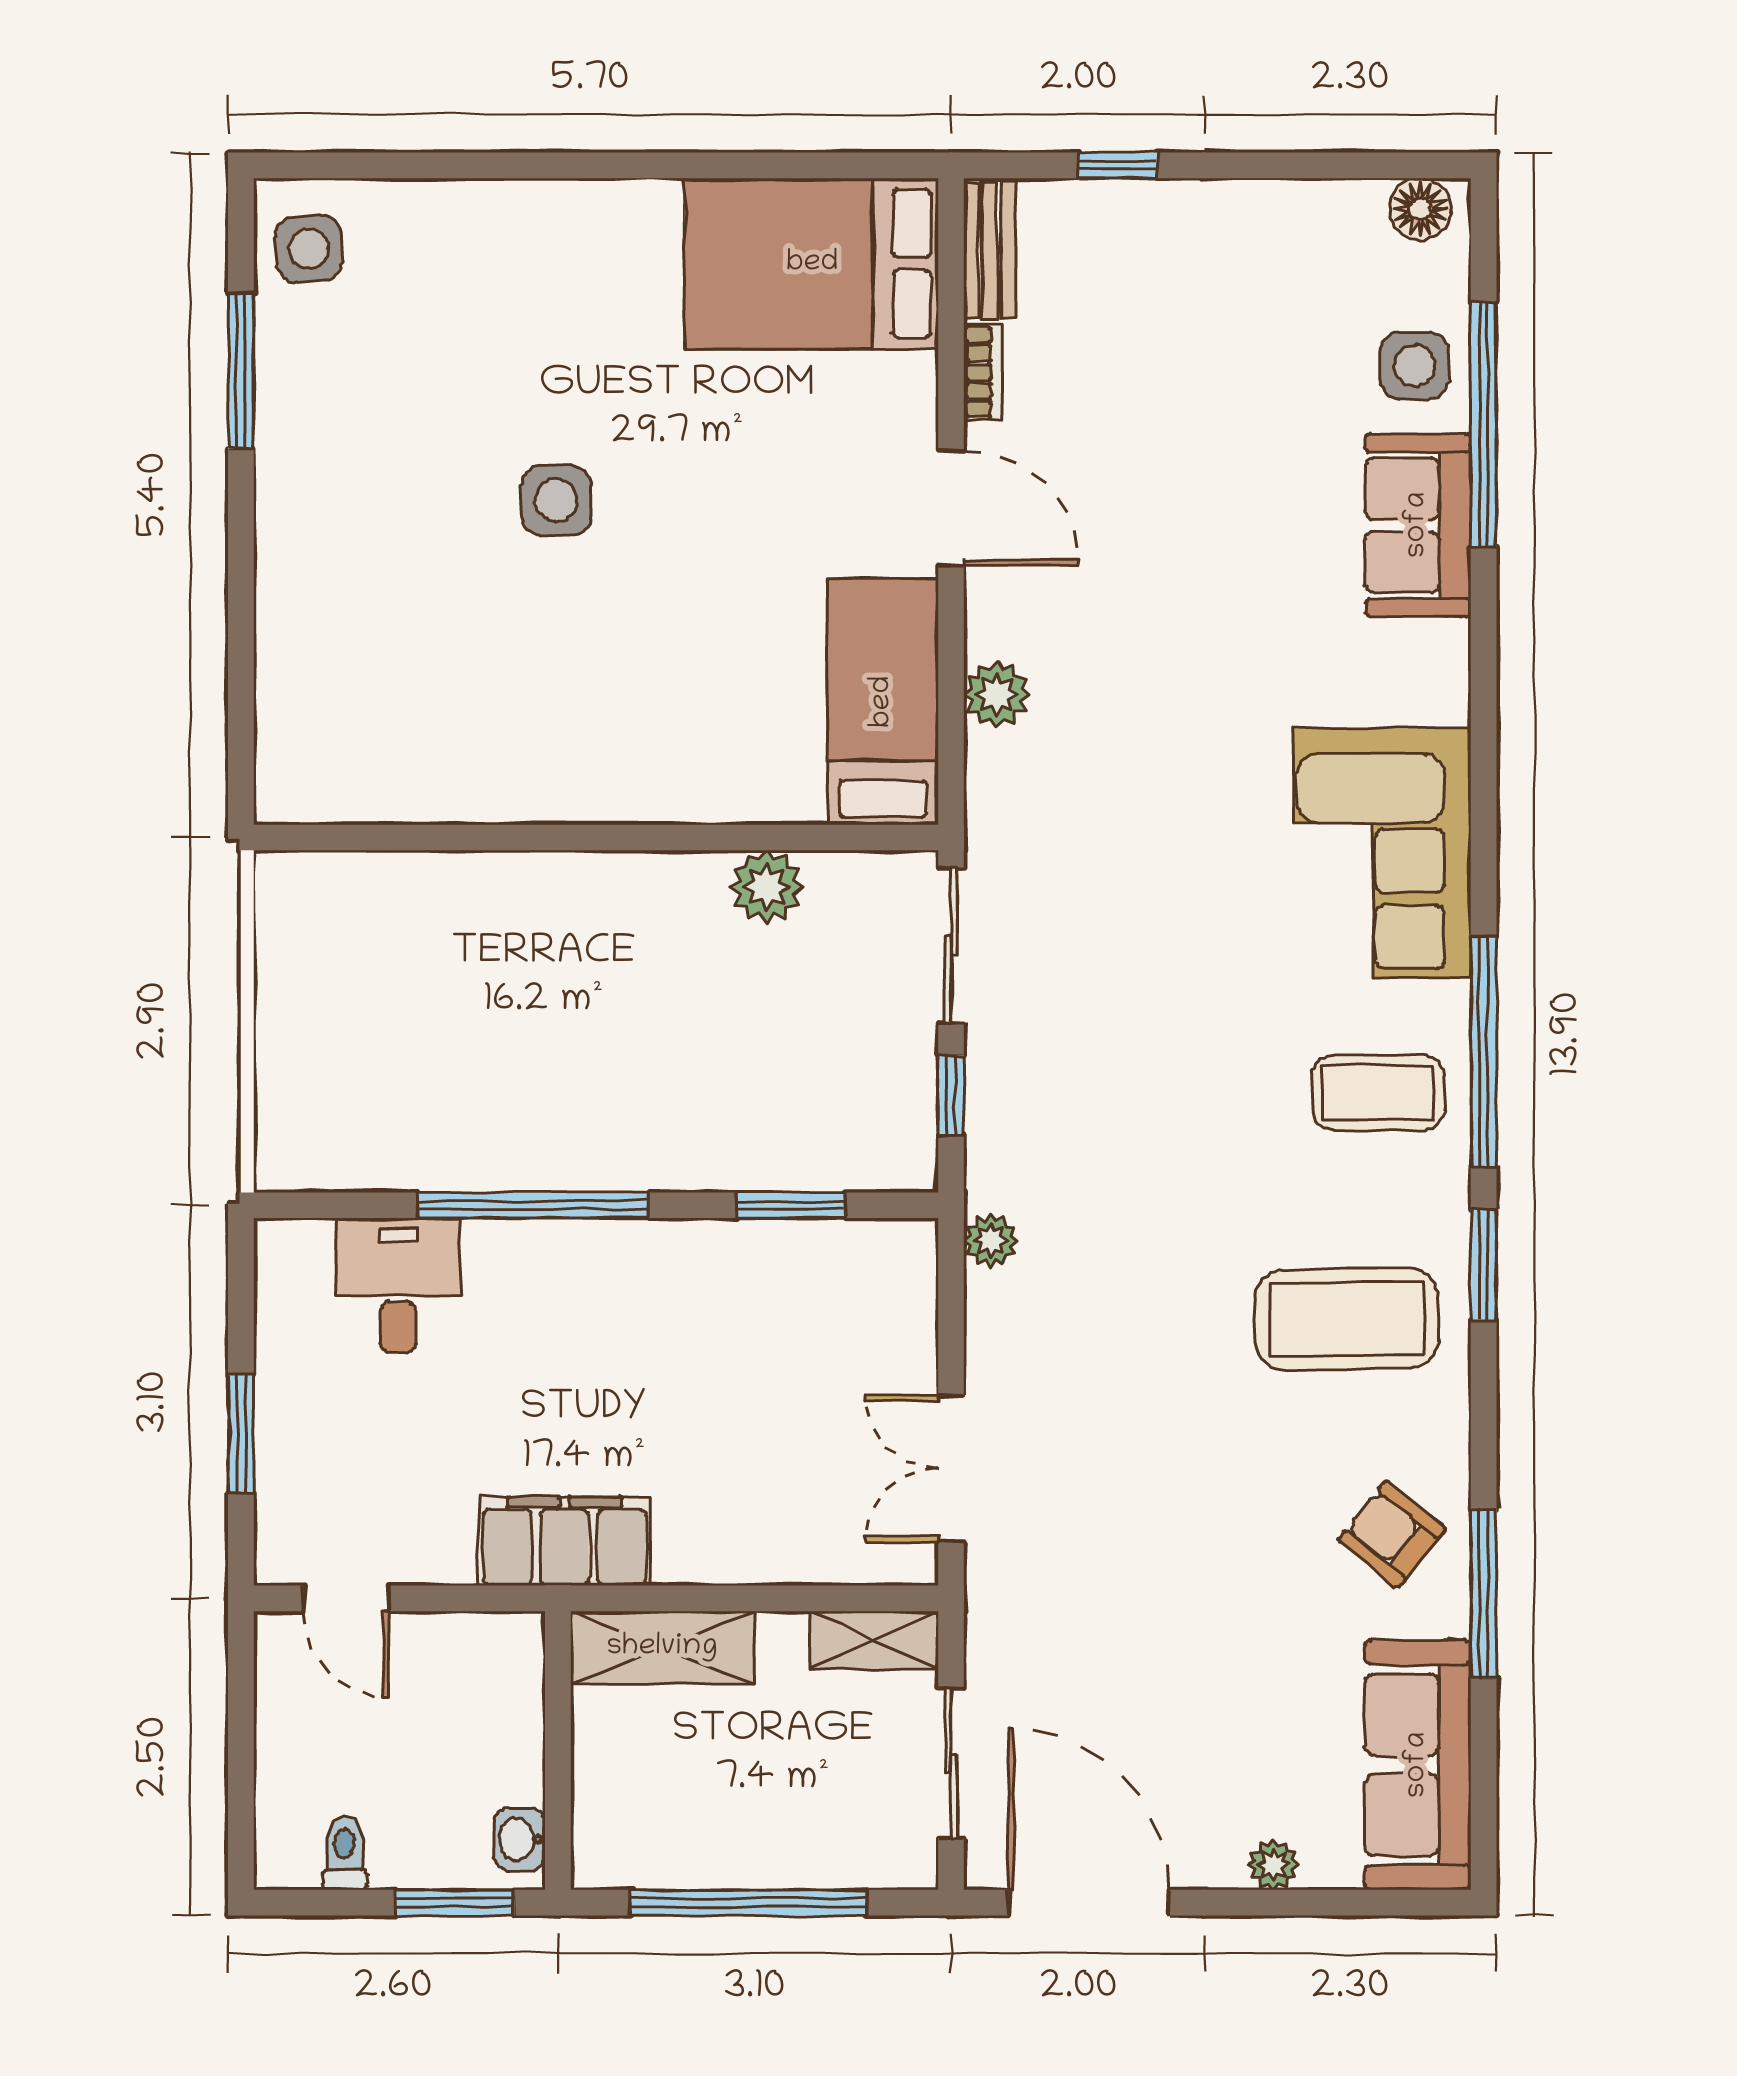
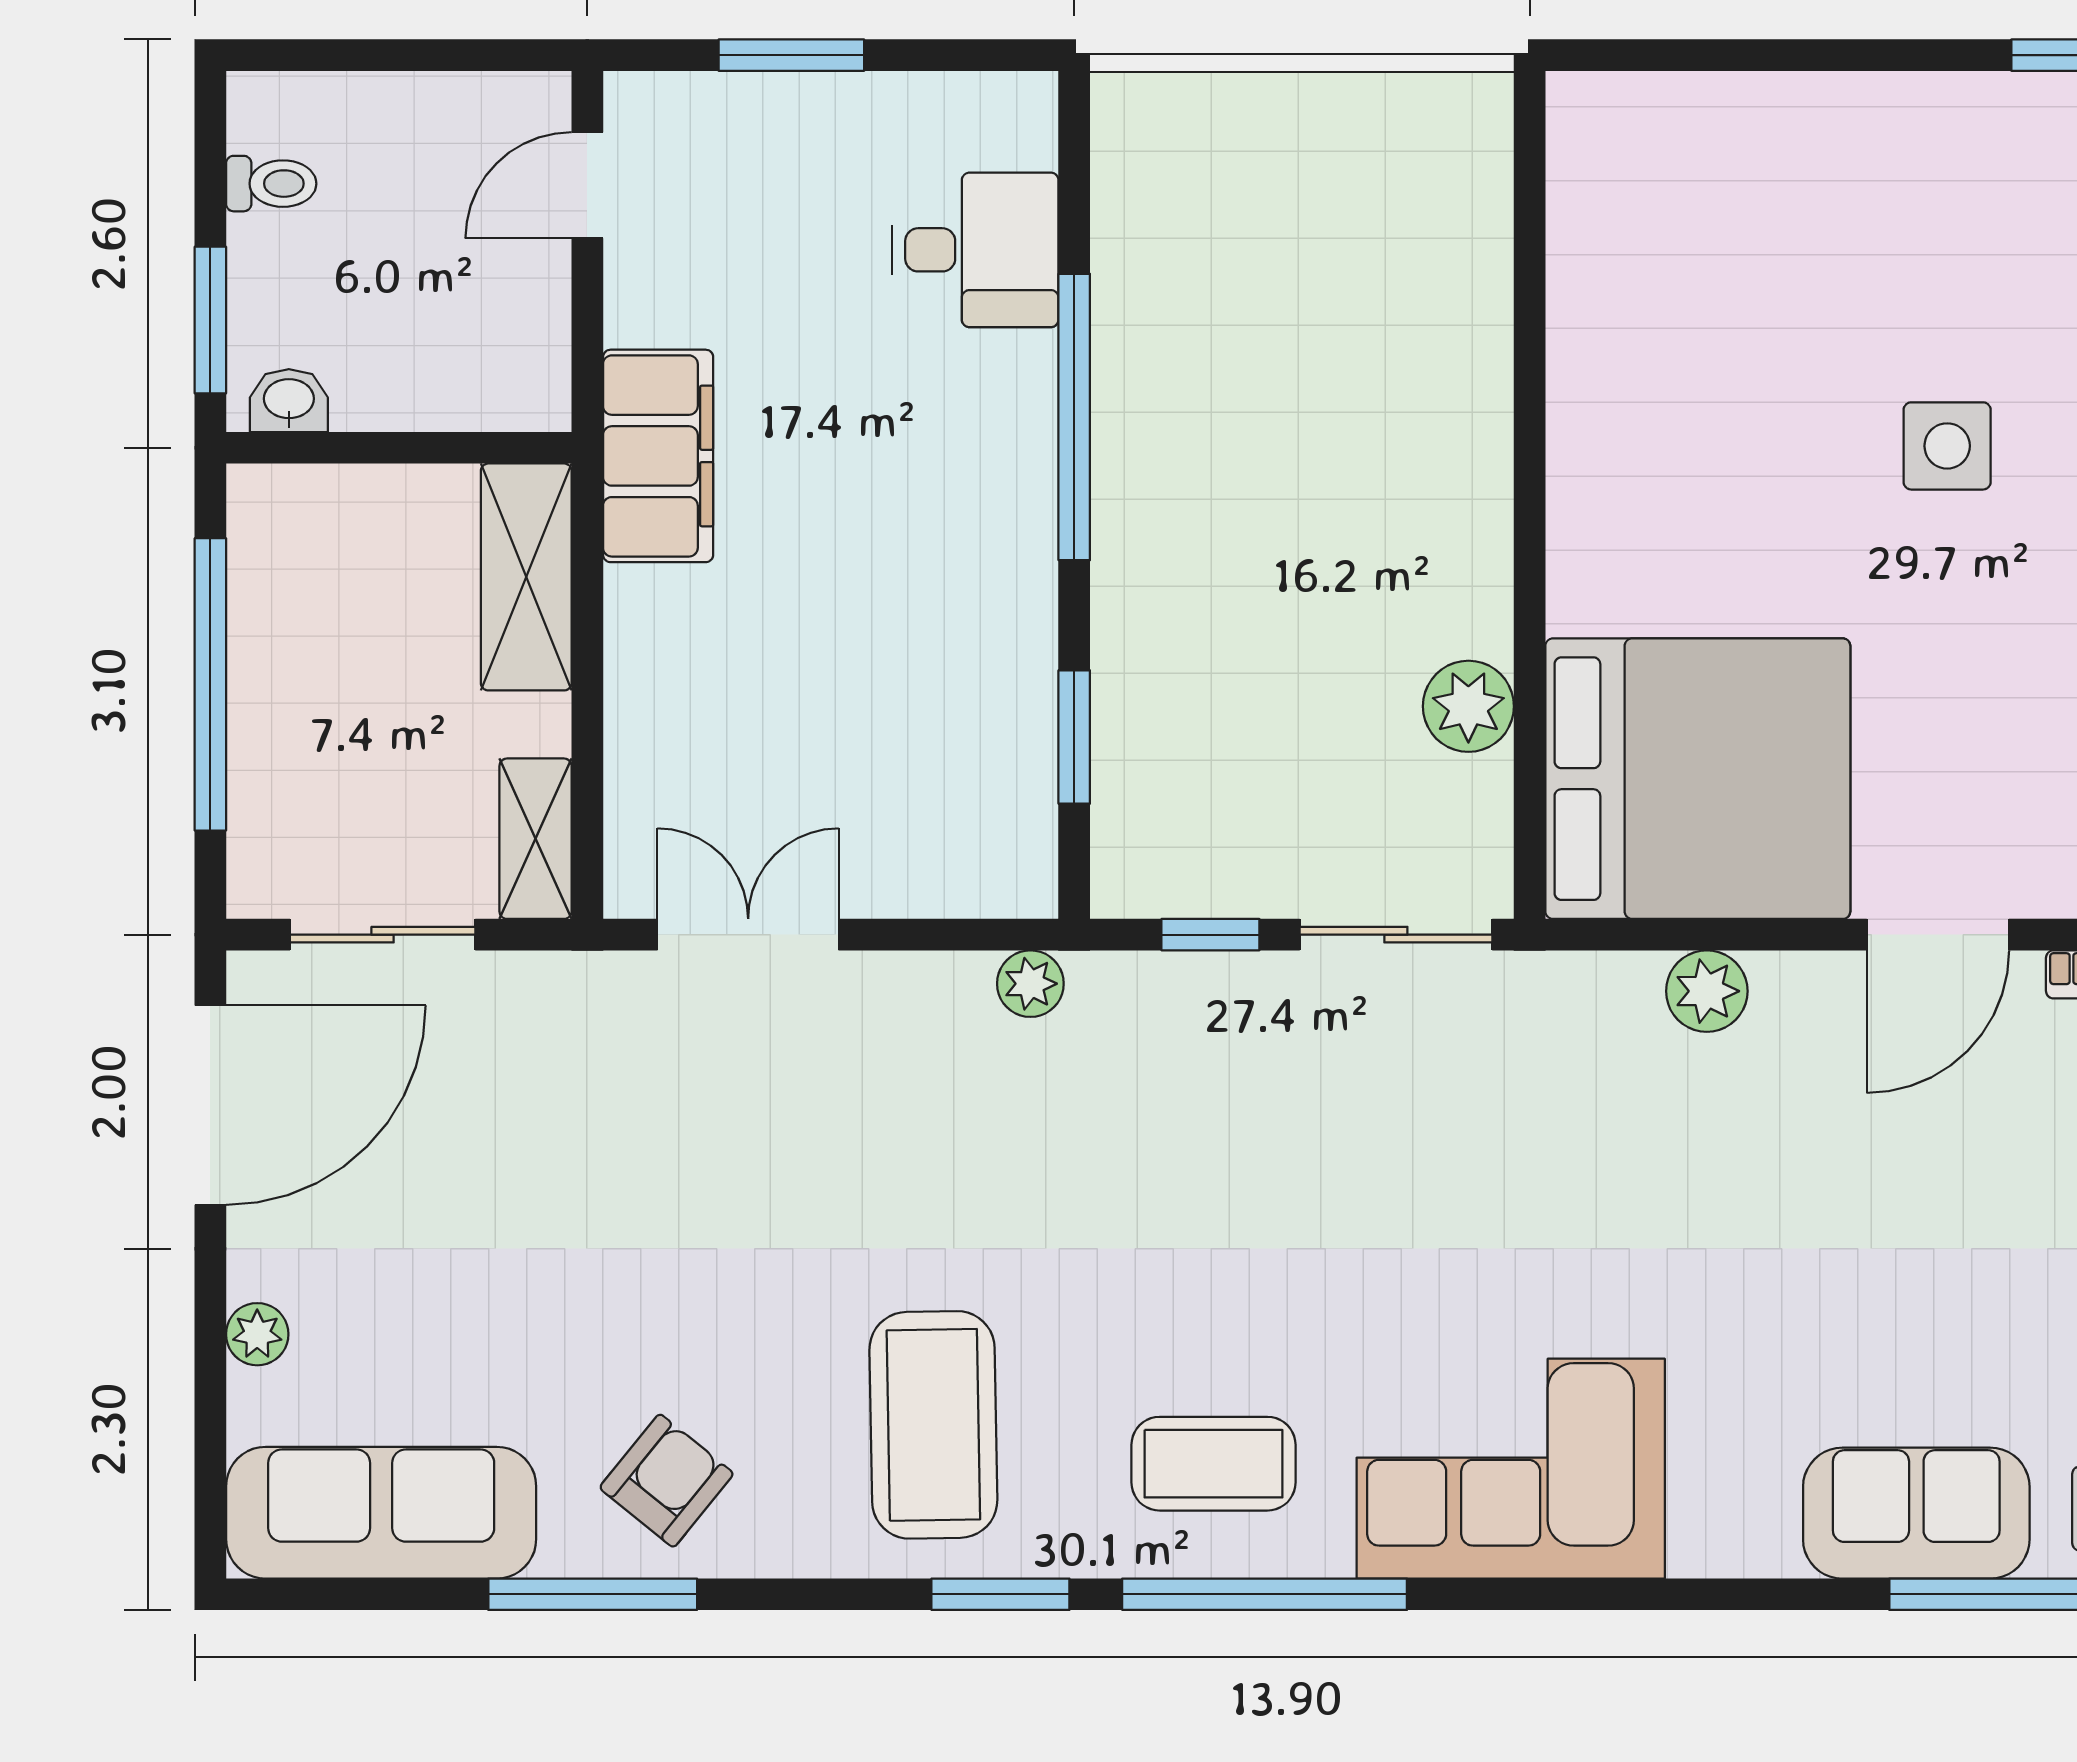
bed: (883, 702) -> (1698, 779), width x2.04
coffee table: (1378, 1093) -> (1214, 1464), turned 90

